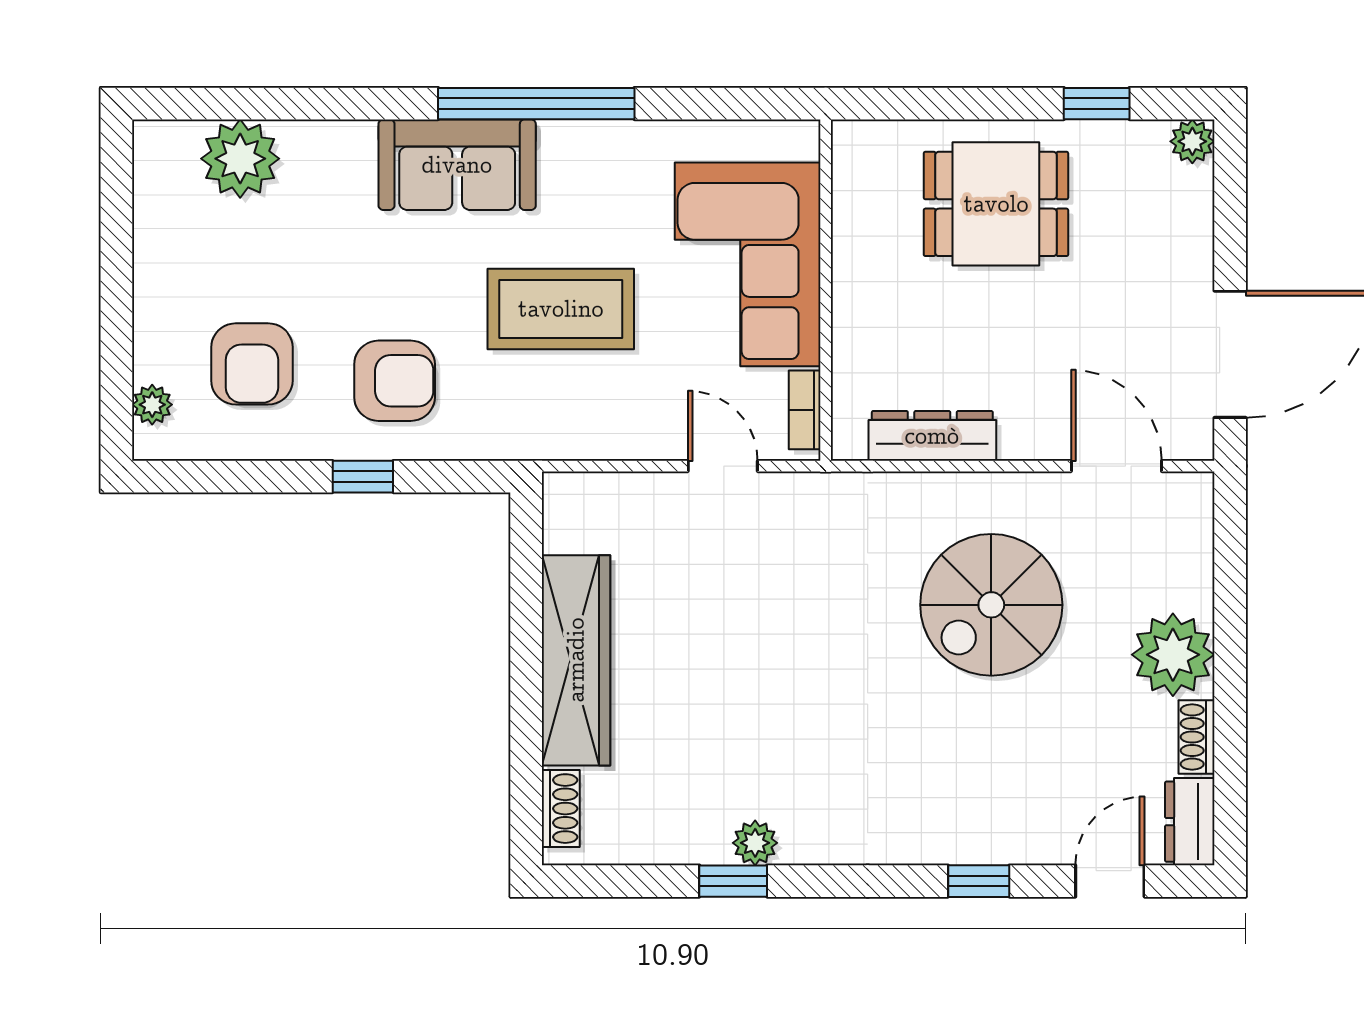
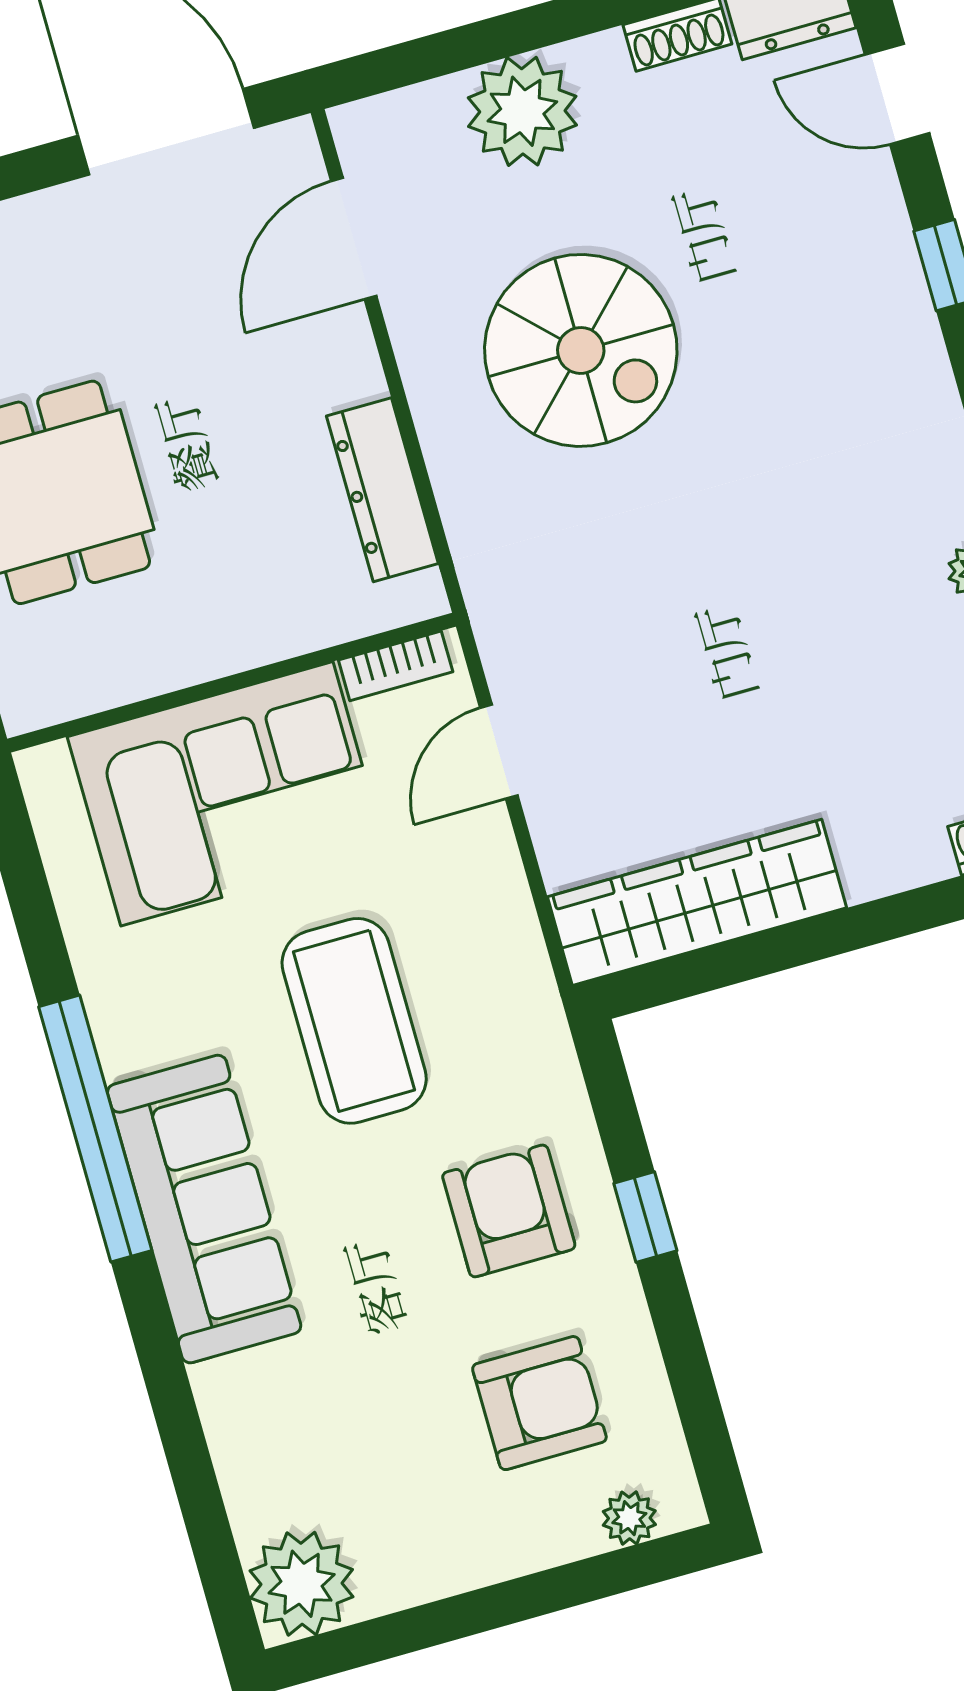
plant: (240, 159) -> (302, 1584), moved
sofa: (457, 165) -> (204, 1209), width x1.36
plant: (1173, 655) -> (522, 111), moved
wardrobe: (576, 660) -> (697, 902), moved

